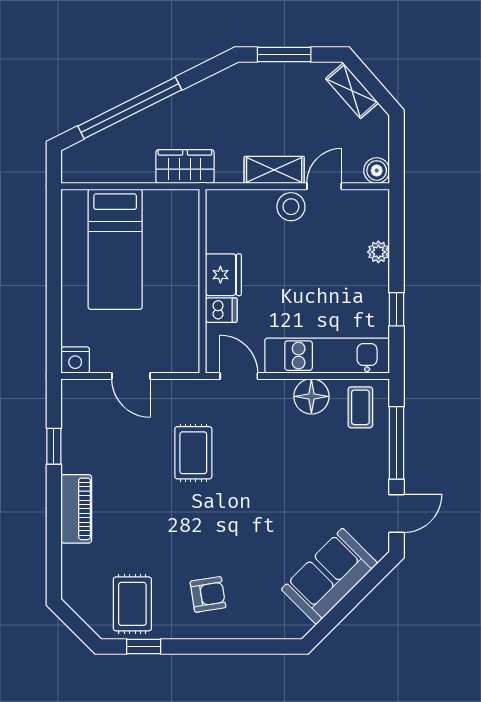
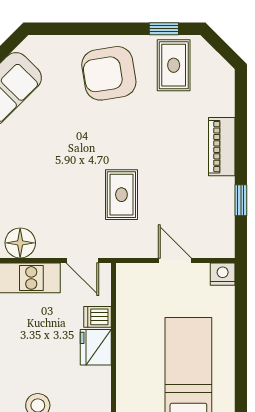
armchair: (208, 594) -> (109, 73), width x1.88, depth x1.88

